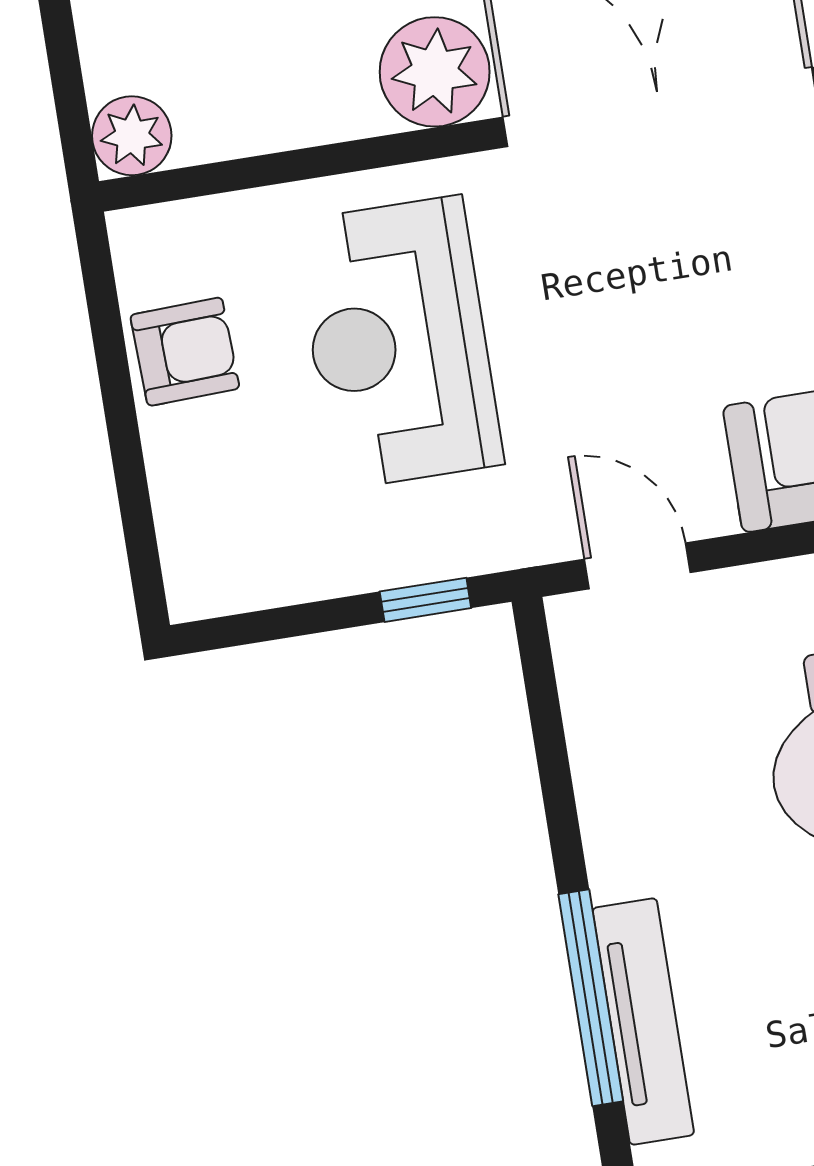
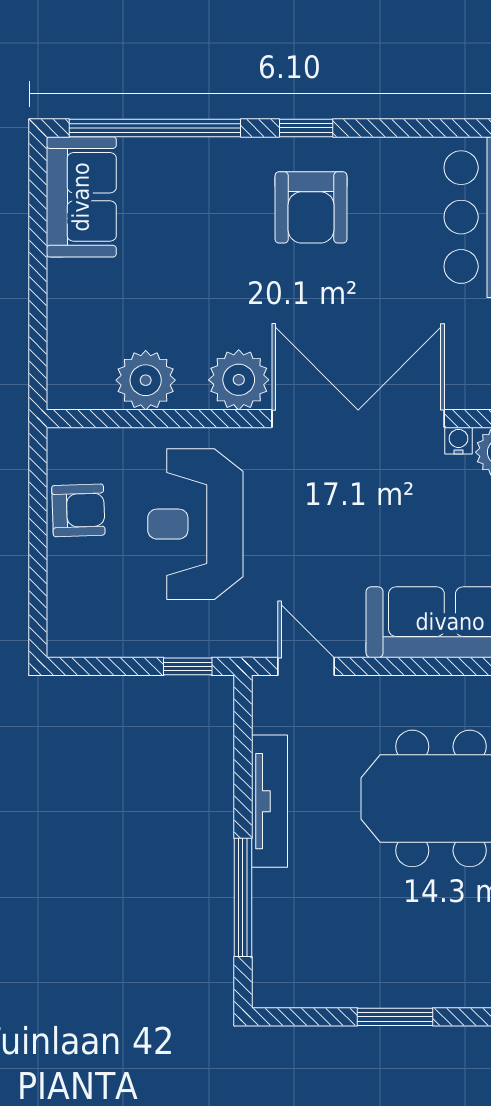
plant: (132, 136) -> (146, 380), moved, width x1.36, depth x1.36
tv unit: (643, 1022) -> (269, 801), moved

